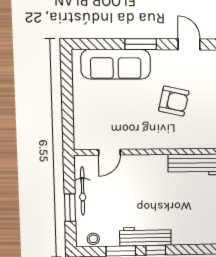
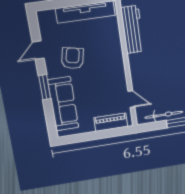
armchair: (174, 101) -> (72, 58), moved
piano: (82, 122) -> (111, 122), added

